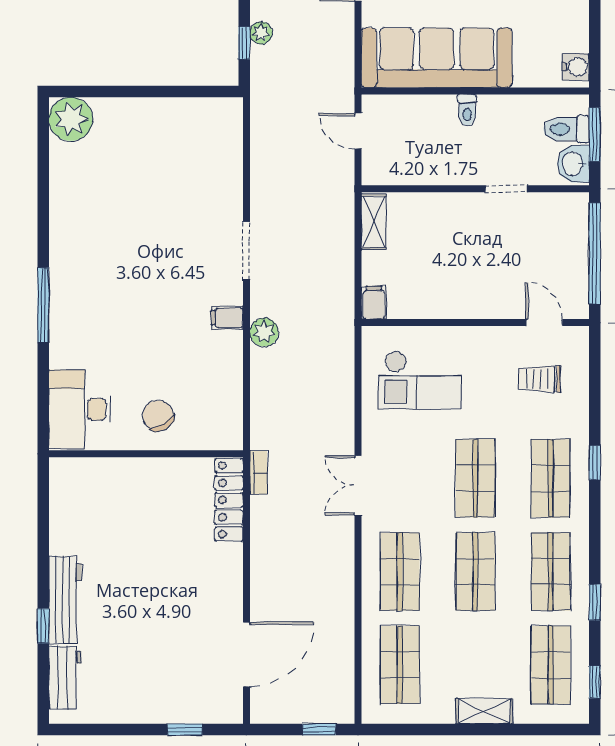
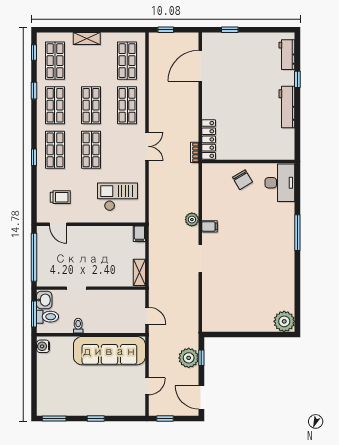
plant: (261, 33) -> (189, 358), width x1.87, depth x1.87
toilet: (467, 110) -> (78, 326), moved
workbench: (65, 600) -> (287, 107), moved

